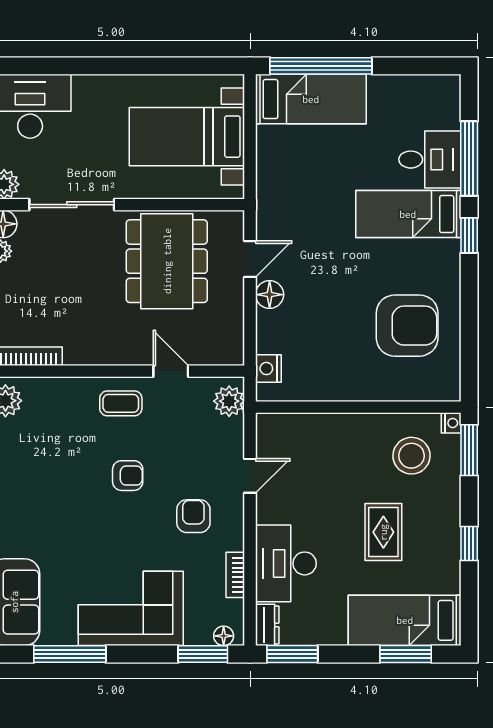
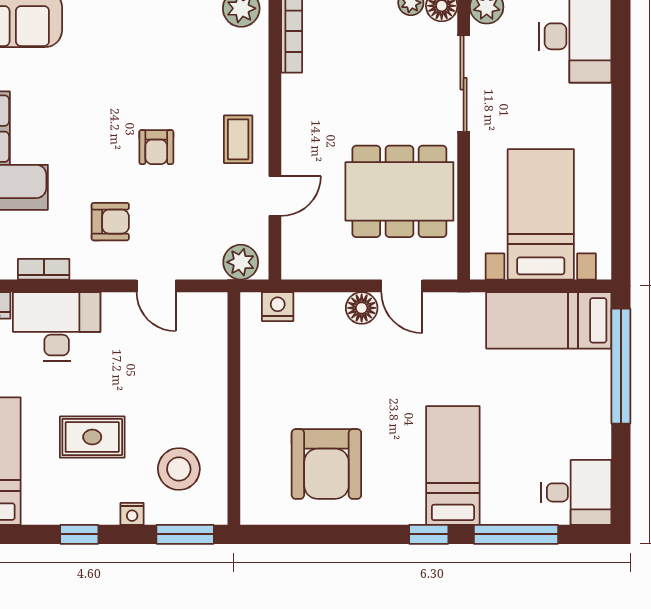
bed: (311, 99) -> (549, 320), moved, turned 90
desk: (430, 160) -> (576, 492), moved, turned -90
nightstand: (451, 423) -> (132, 514), moved

